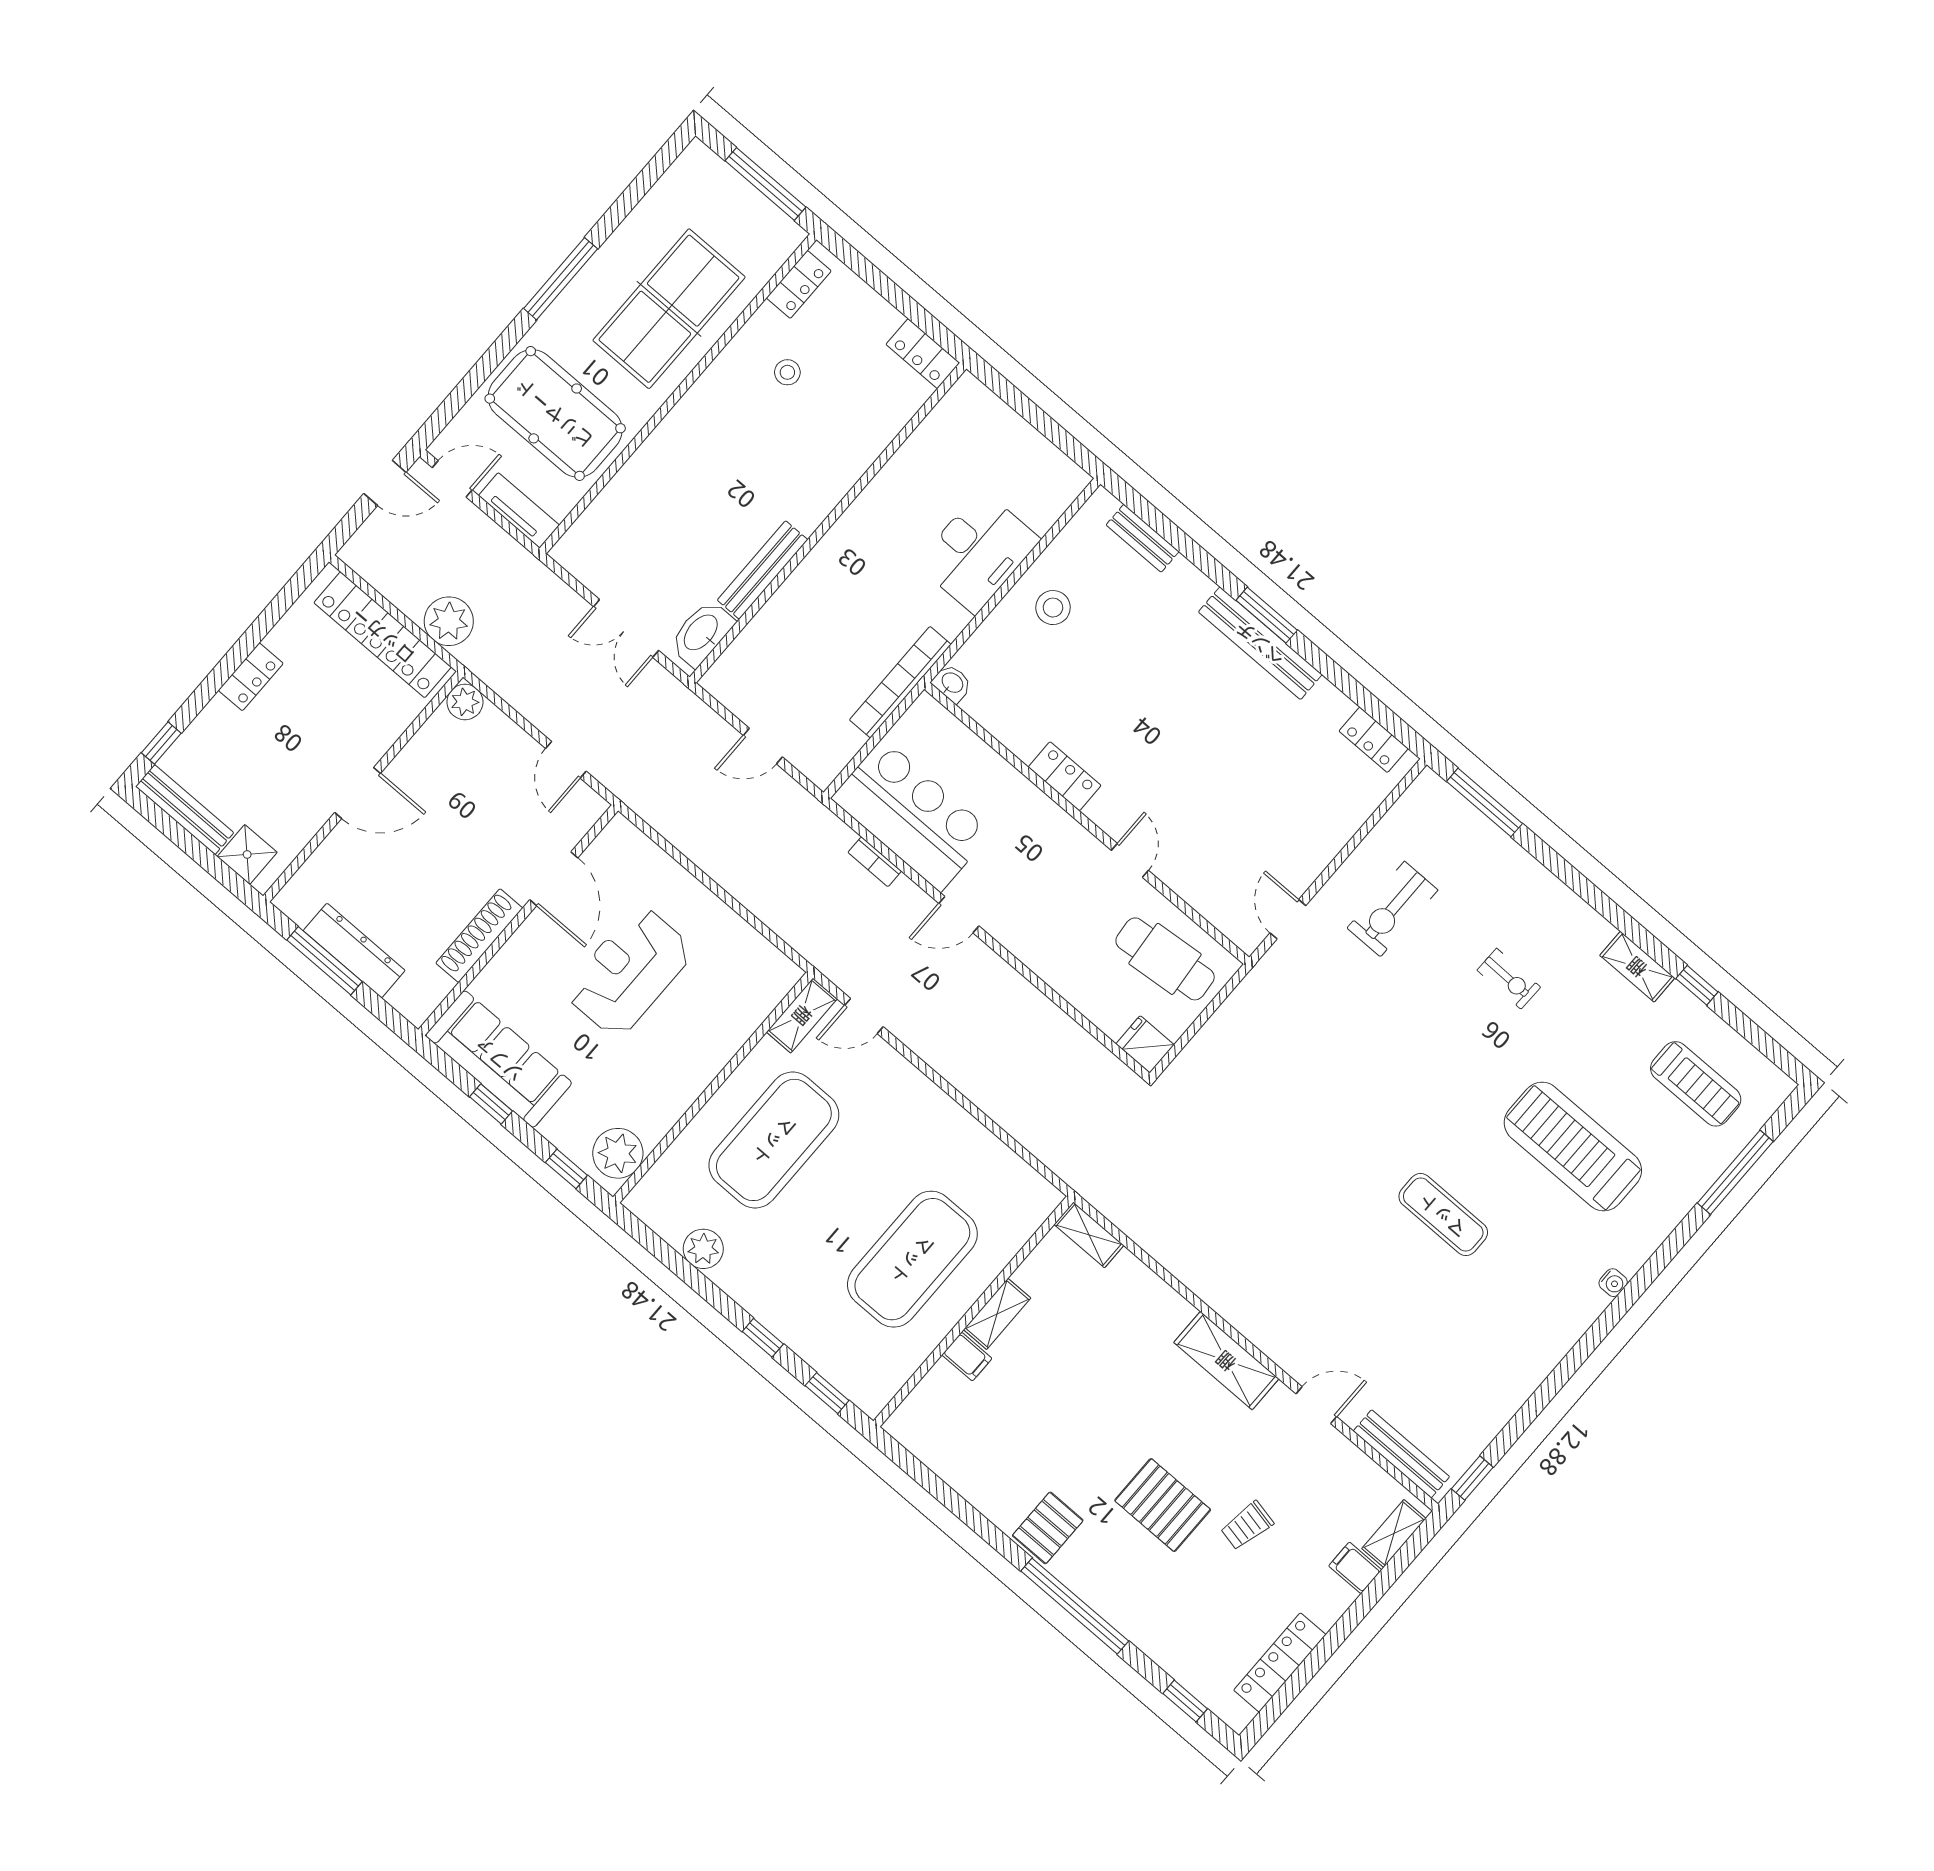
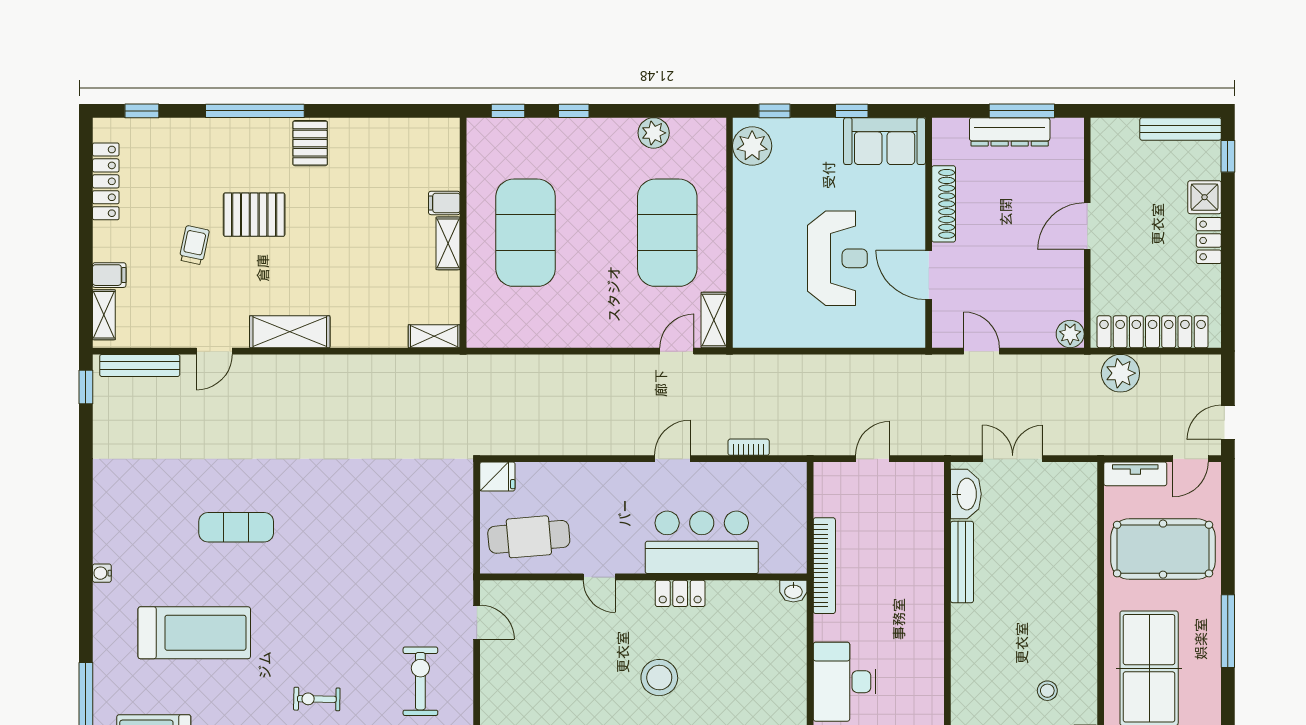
stool: (1053, 608) -> (659, 678), moved, width x1.38, depth x1.38
bar counter: (912, 815) -> (702, 542), moved, turned 180
shower: (247, 854) -> (1205, 197), moved
sofa: (499, 1059) -> (885, 141), width x0.73

